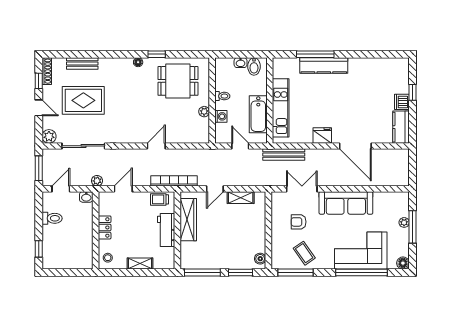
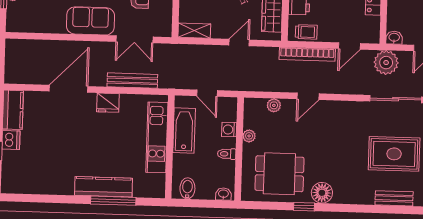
floor lamp: (138, 62) -> (322, 193), width x1.89, depth x1.89
washbasin: (241, 63) -> (223, 194), moved
plant: (184, 138) -> (274, 105), added
door: (355, 146) -> (68, 89), hinge flipped
bench: (284, 154) -> (132, 81), moved
plant: (97, 181) -> (386, 63), width x1.88, depth x1.88
bookcase: (174, 181) -> (307, 54), moved
shelving: (241, 198) -> (194, 31), moved
sofa: (346, 203) -> (91, 21), width x0.73

